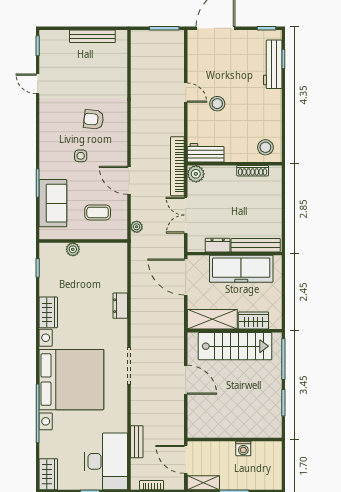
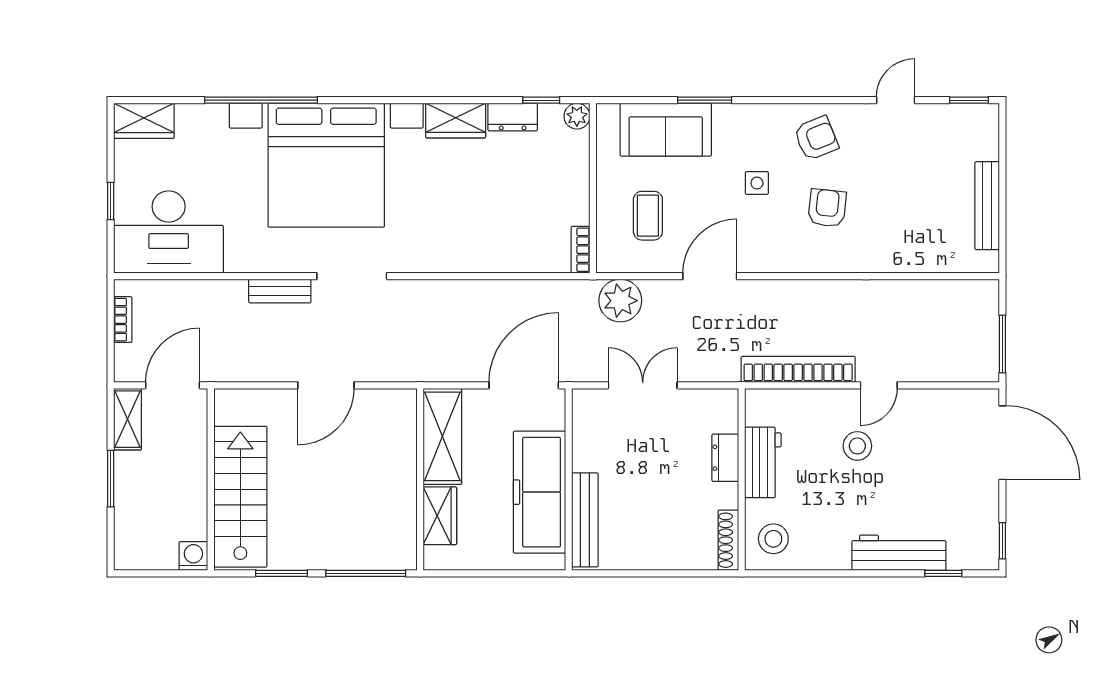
workbench: (273, 64) -> (899, 553), moved
armchair: (57, 125) -> (816, 138), added
workbench: (206, 153) -> (763, 462), moved
bookcase: (177, 166) -> (798, 369), moved
shoe rack: (253, 171) -> (728, 540), moved
plant: (196, 174) -> (722, 405), removed
plant: (137, 227) -> (620, 301), width x1.88, depth x1.88
dresser: (218, 245) -> (725, 458), moved, turned 180
bookcase: (115, 247) -> (581, 250), added
plant: (73, 249) -> (577, 116), moved
dresser: (120, 306) -> (513, 117), moved, turned 180
stairs: (235, 346) -> (240, 497), moved, turned 180
bench: (137, 442) -> (280, 291), moved
washing machine: (243, 449) -> (193, 556), moved, turned 90

